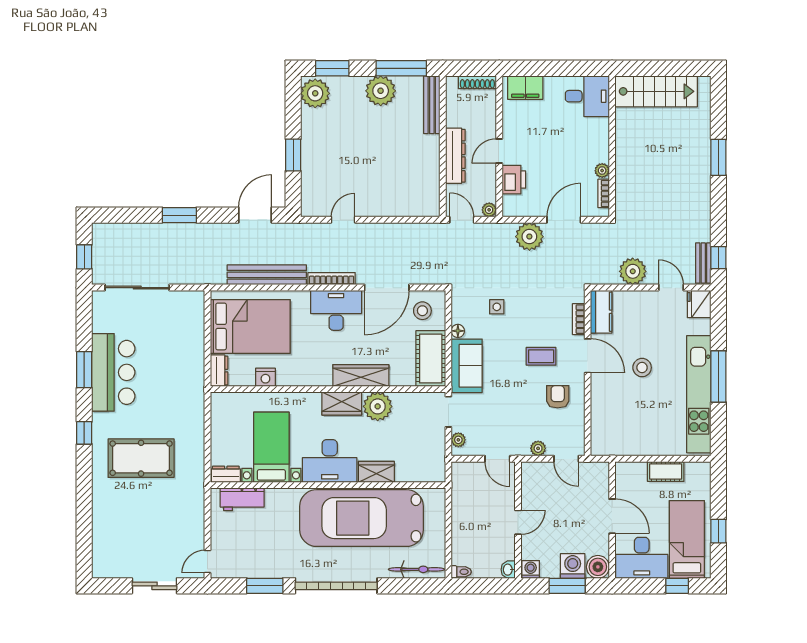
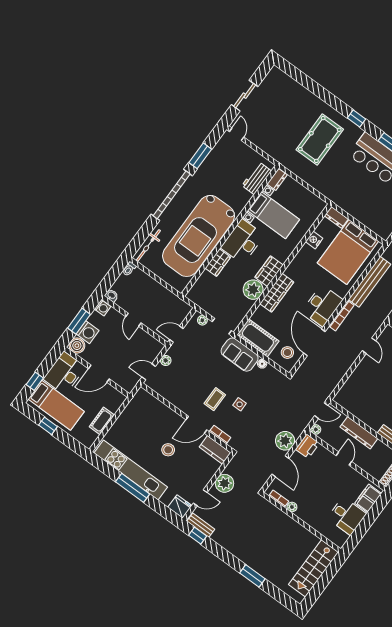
desk: (587, 96) -> (347, 516), moved, turned -90
printer: (514, 180) -> (307, 446), moved, turned -90
side table: (497, 307) -> (240, 404), moved
armchair: (558, 397) -> (186, 392), removed
car: (362, 518) -> (199, 236), turned 180

